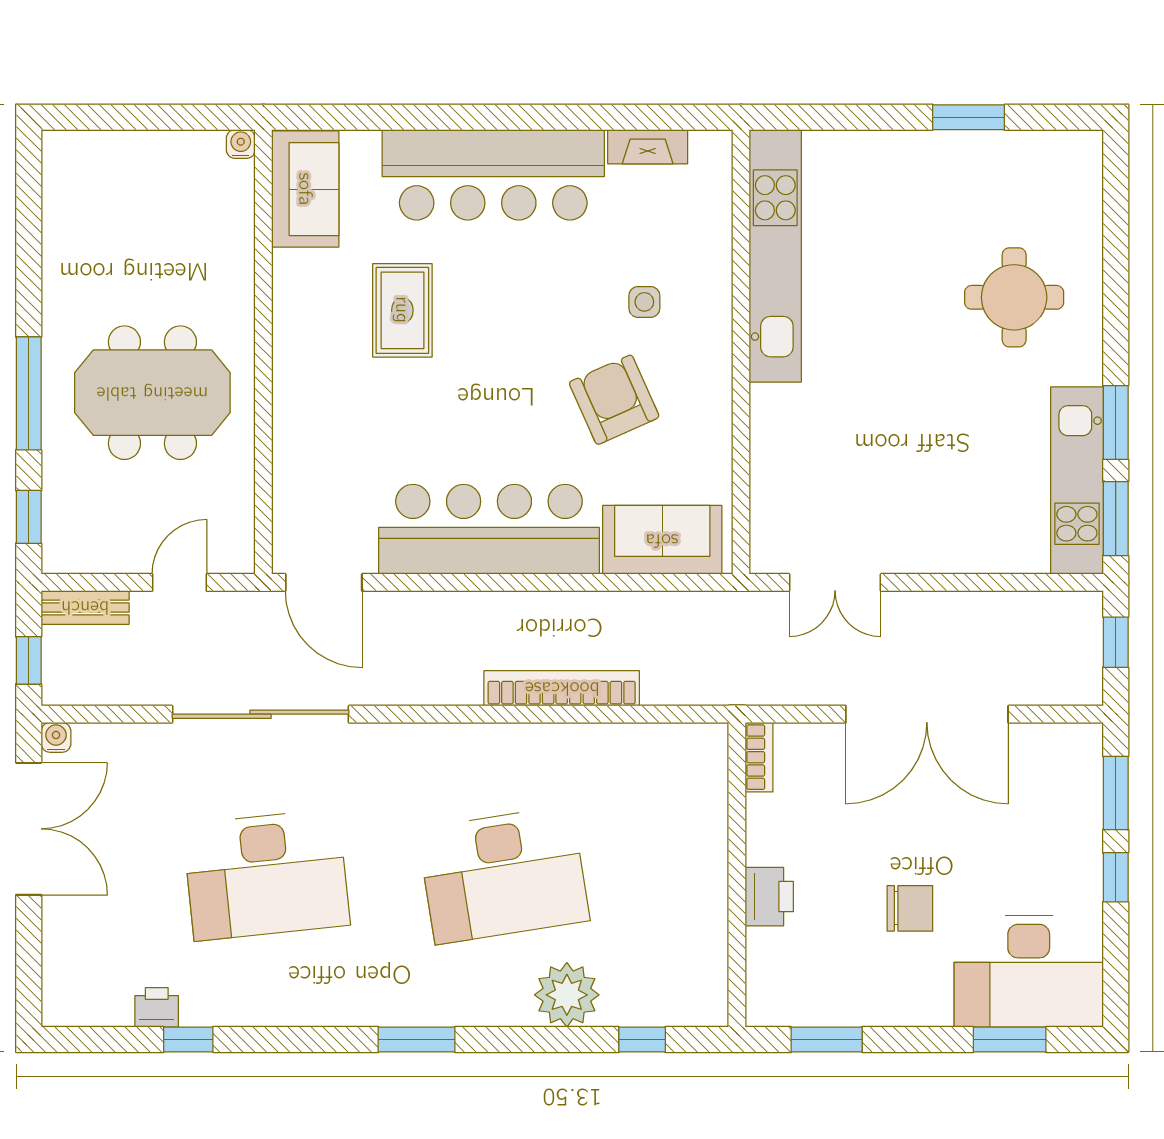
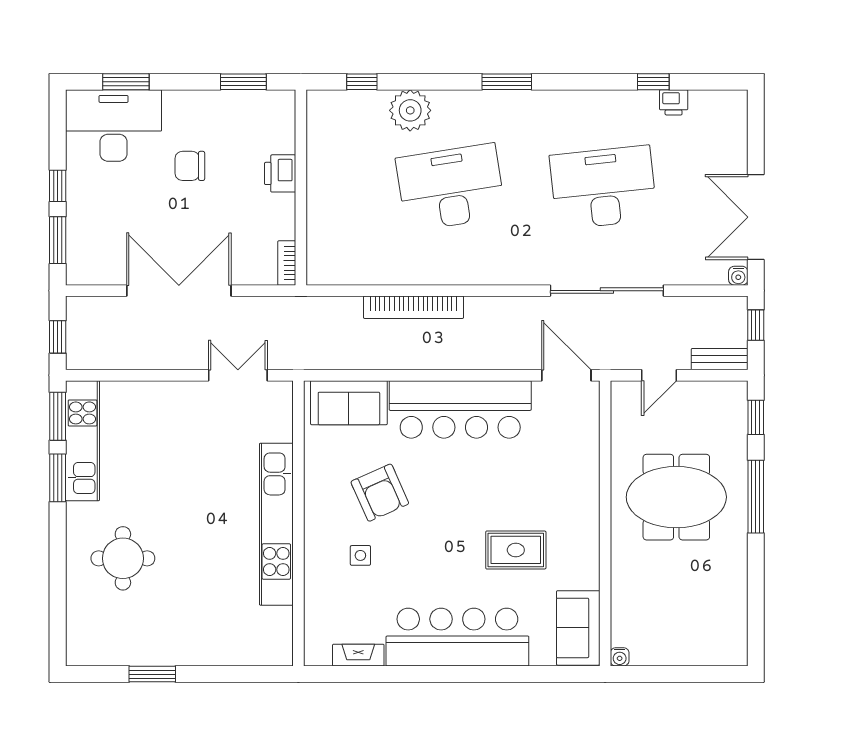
kitchen unit: (775, 256) -> (276, 524), moved
rug: (402, 310) -> (516, 550), turned 90

